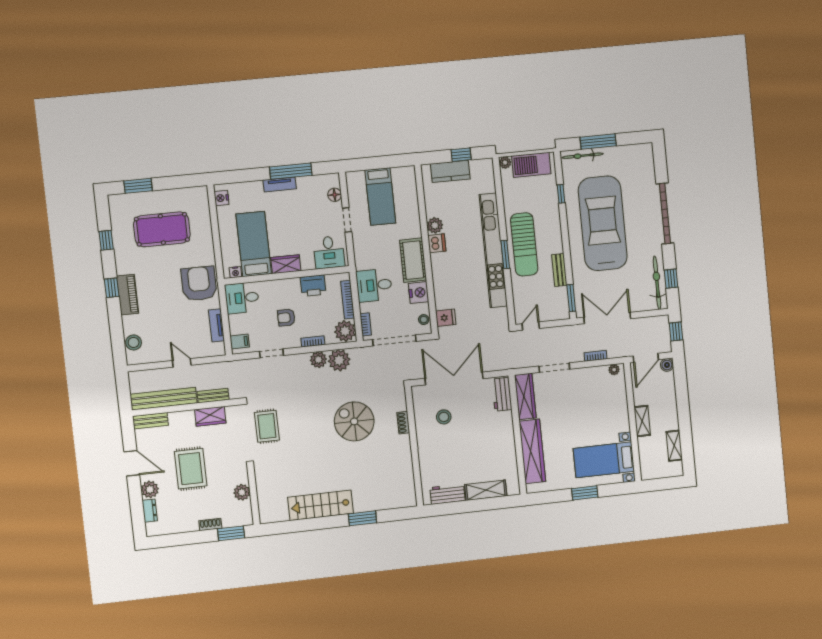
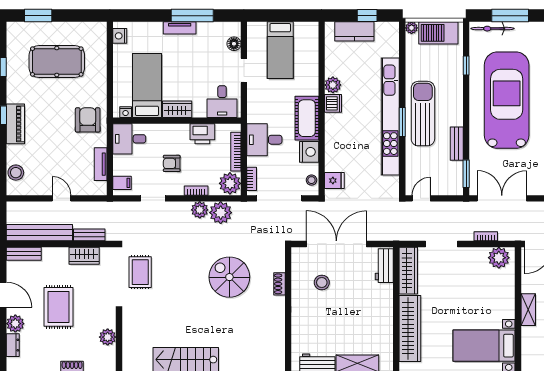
sun lounger: (524, 244) -> (423, 114), turned 180
armchair: (199, 284) -> (88, 120), width x0.73, depth x0.73
plant: (614, 370) -> (499, 258), width x1.88, depth x1.88

